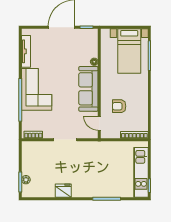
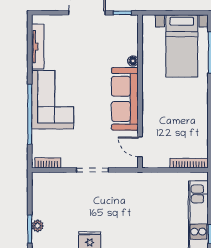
armchair: (119, 106) -> (168, 123), removed

